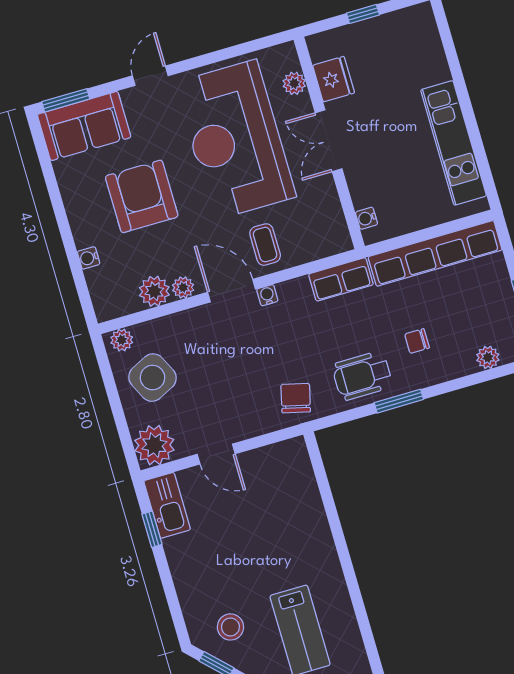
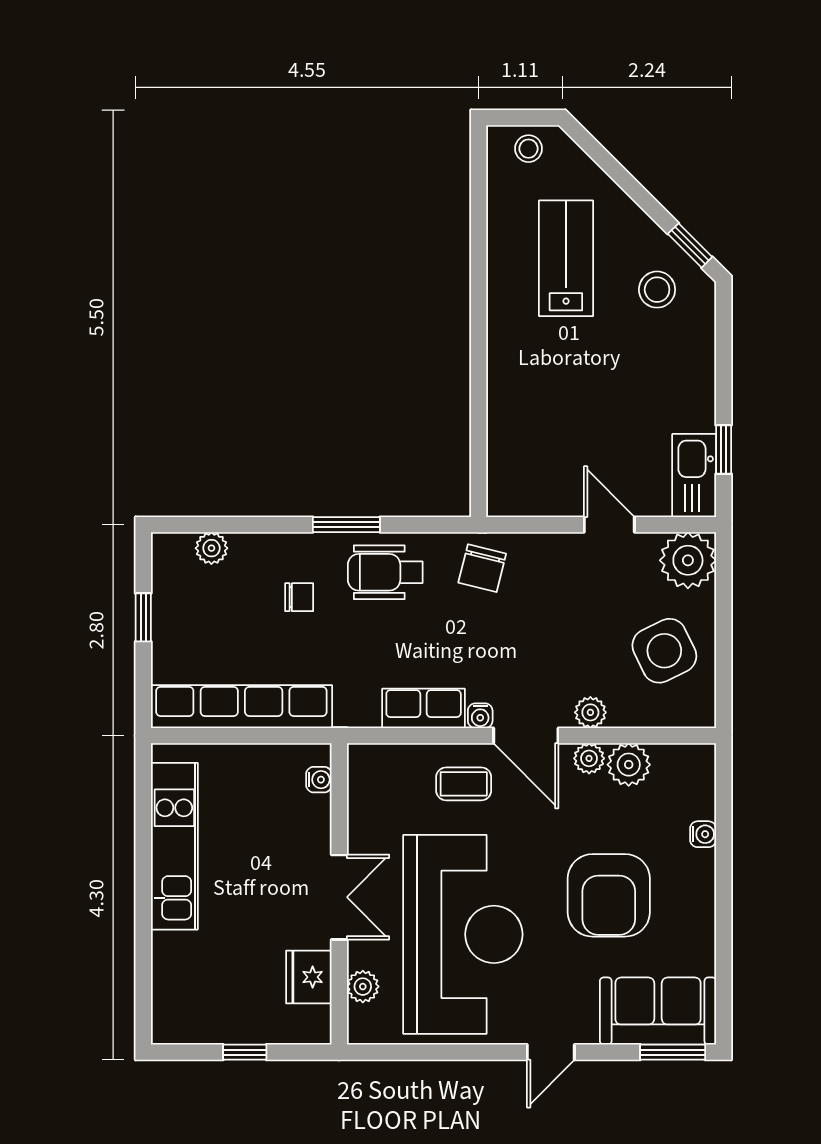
coffee table: (265, 245) -> (464, 784), turned 90
row of seats: (341, 279) -> (424, 708), moved
plant: (122, 340) -> (590, 712), moved
wheelchair: (362, 376) -> (385, 572), turned 180

